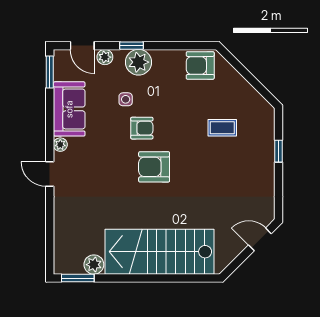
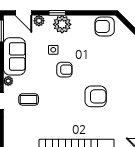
coffee table: (222, 128) -> (29, 99), moved
armchair: (154, 167) -> (96, 96), moved, turned 180

